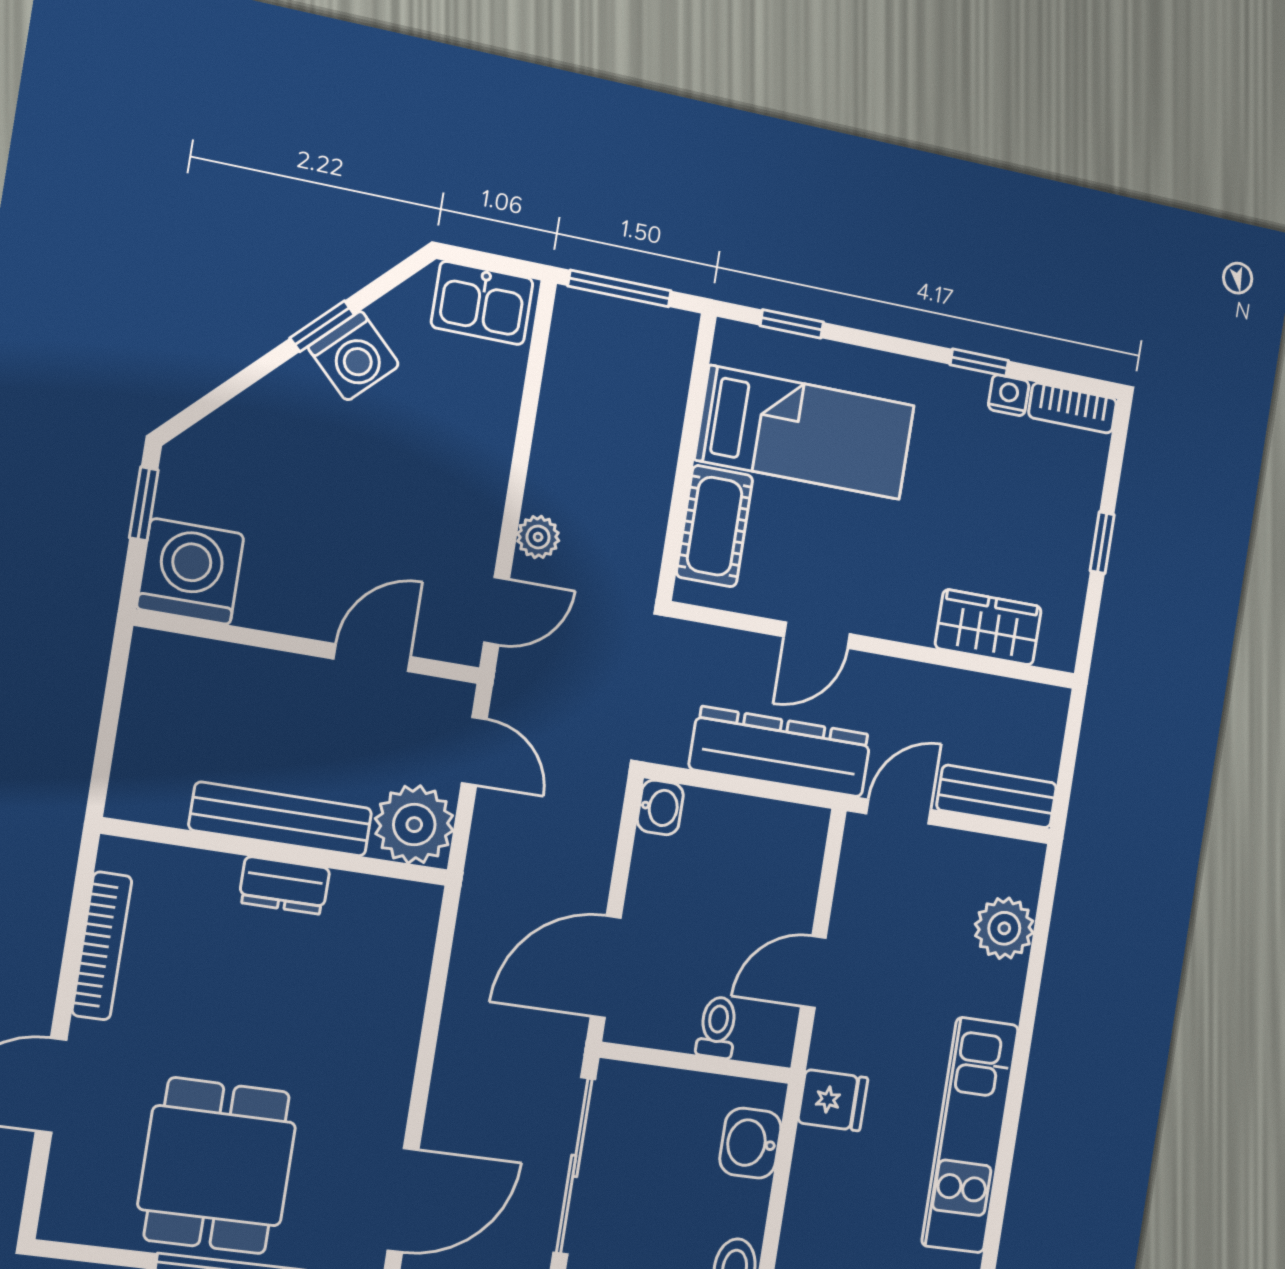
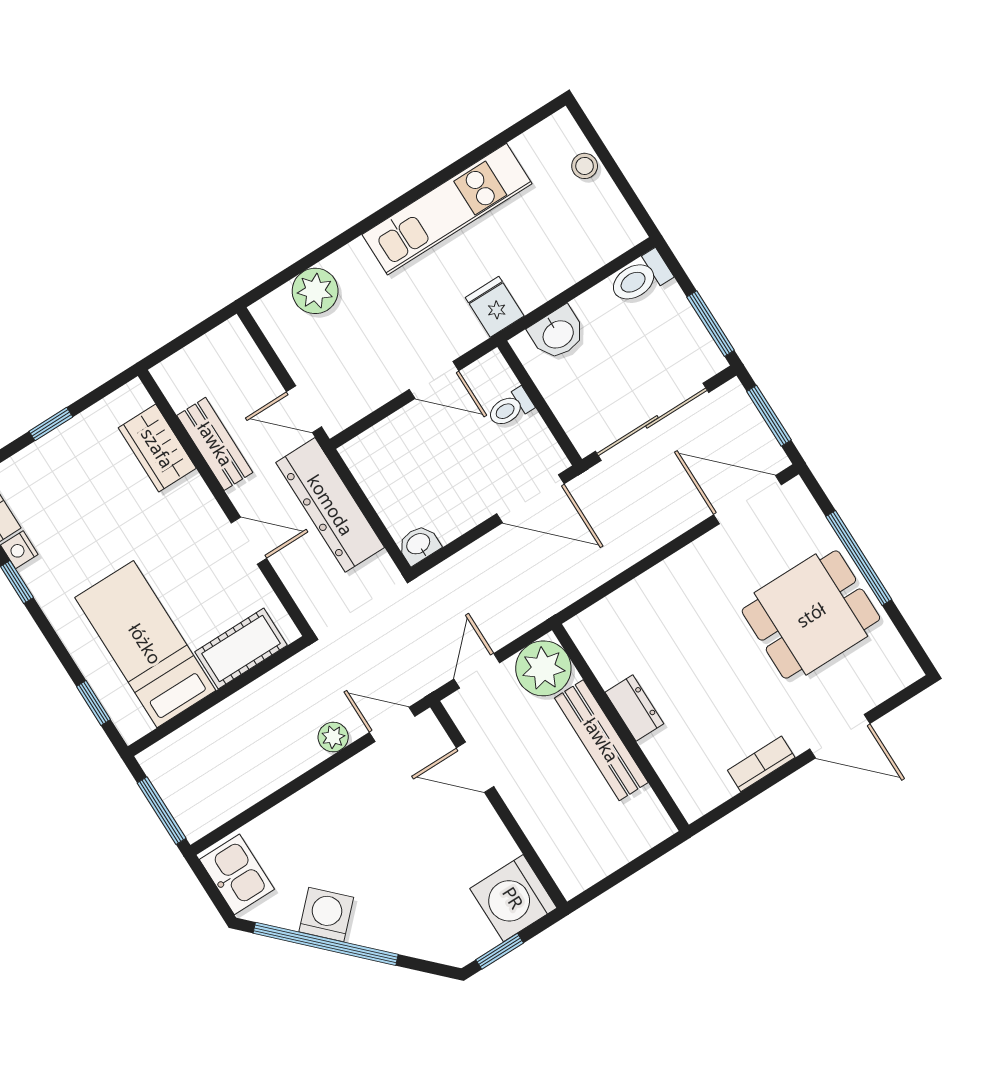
window: (322, 326) -> (326, 944), width x3.17
bench: (997, 796) -> (215, 444), moved
bookcase: (102, 946) -> (761, 764), width x0.64

